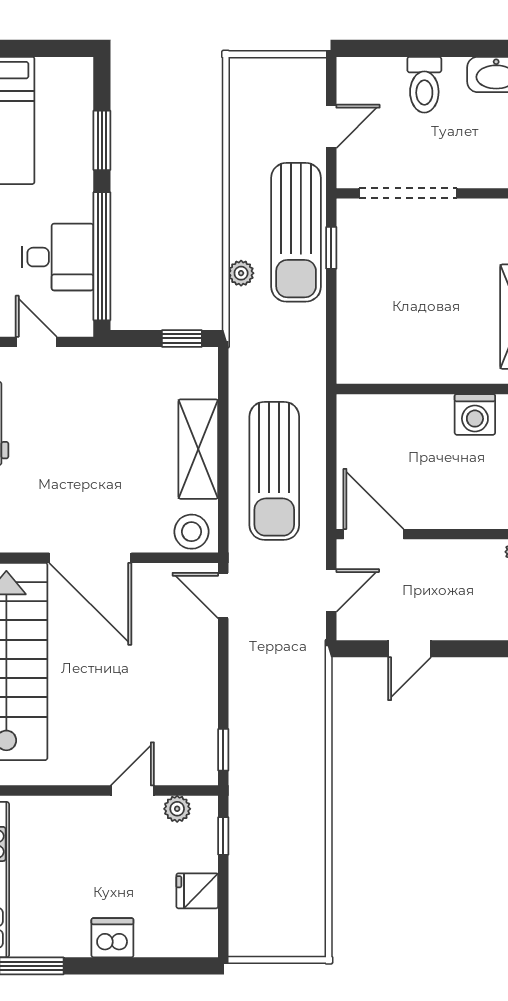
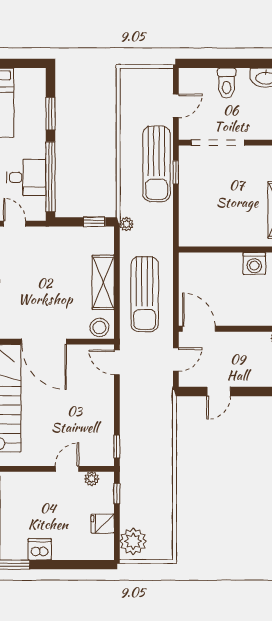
plant: (241, 273) -> (127, 224), moved
plant: (253, 923) -> (133, 541), added
dishwasher: (112, 938) -> (40, 549), moved

